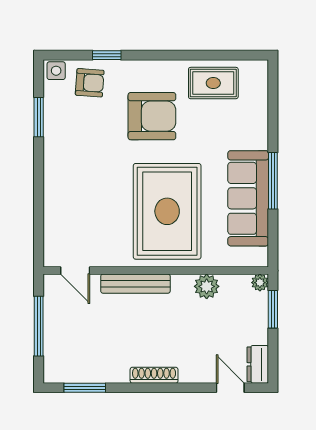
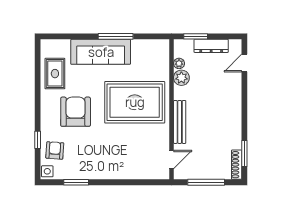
sofa: (248, 198) -> (101, 52), moved
plant: (260, 283) -> (179, 63), moved
dresser: (258, 364) -> (211, 46), moved, width x1.44
shoe rack: (154, 375) -> (237, 165), moved

